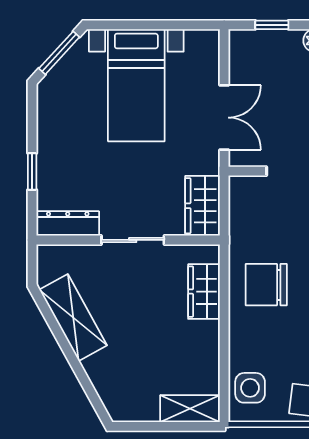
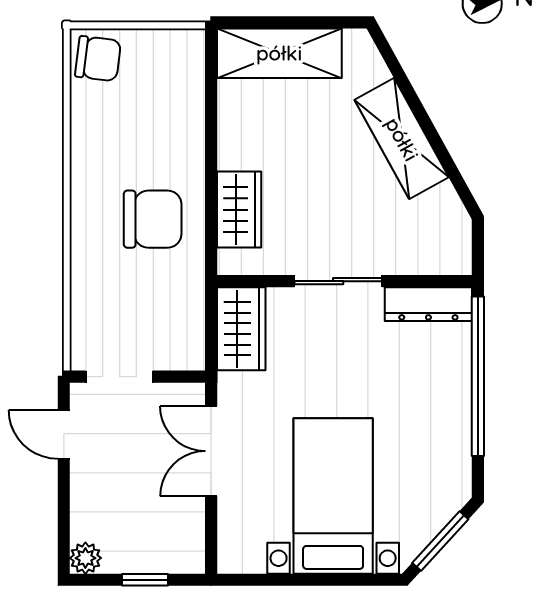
window: (32, 172) -> (478, 376), width x3.17
shelving: (73, 318) -> (402, 139), moved
side table: (250, 388) -> (175, 76), removed
shelving: (190, 409) -> (279, 53), width x1.50, depth x1.33

